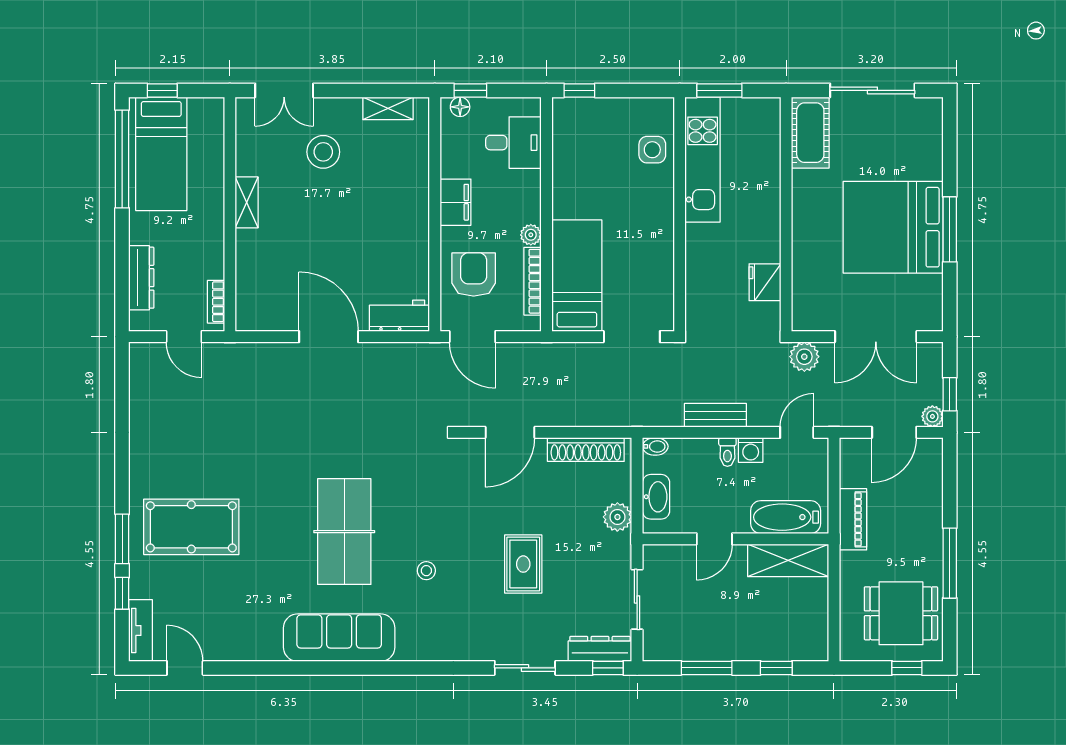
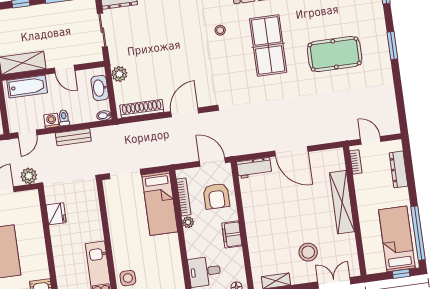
shelving: (247, 202) -> (342, 202), width x2.20, depth x1.33
pool table: (191, 527) -> (335, 54), moved
window: (122, 539) -> (392, 45), moved
door: (714, 539) -> (65, 69), swing flipped
rug: (523, 564) -> (168, 41), removed

